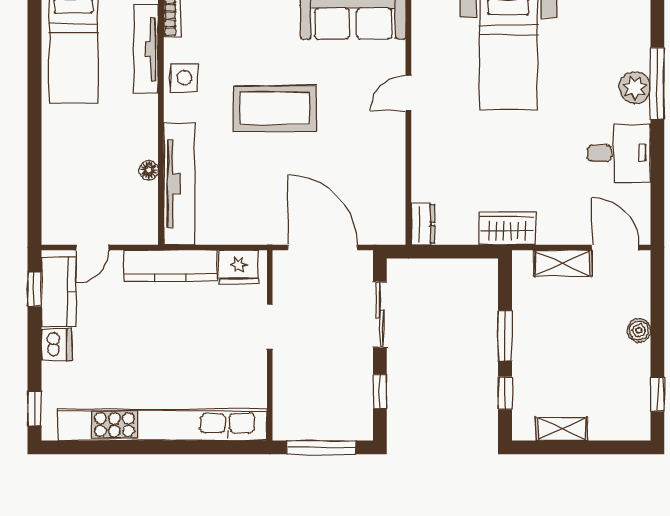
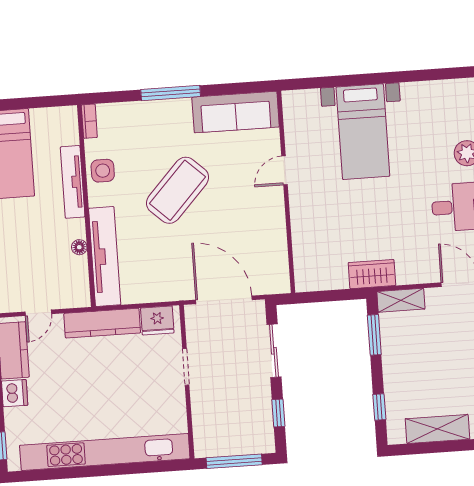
tv unit: (146, 49) -> (73, 182), moved
coffee table: (275, 108) -> (178, 190), turned -47
dresser: (423, 224) -> (304, 275), removed
shelving: (563, 263) -> (401, 300), moved
window: (505, 336) -> (374, 335), moved
shelving: (562, 429) -> (437, 429), width x1.50, depth x1.33

